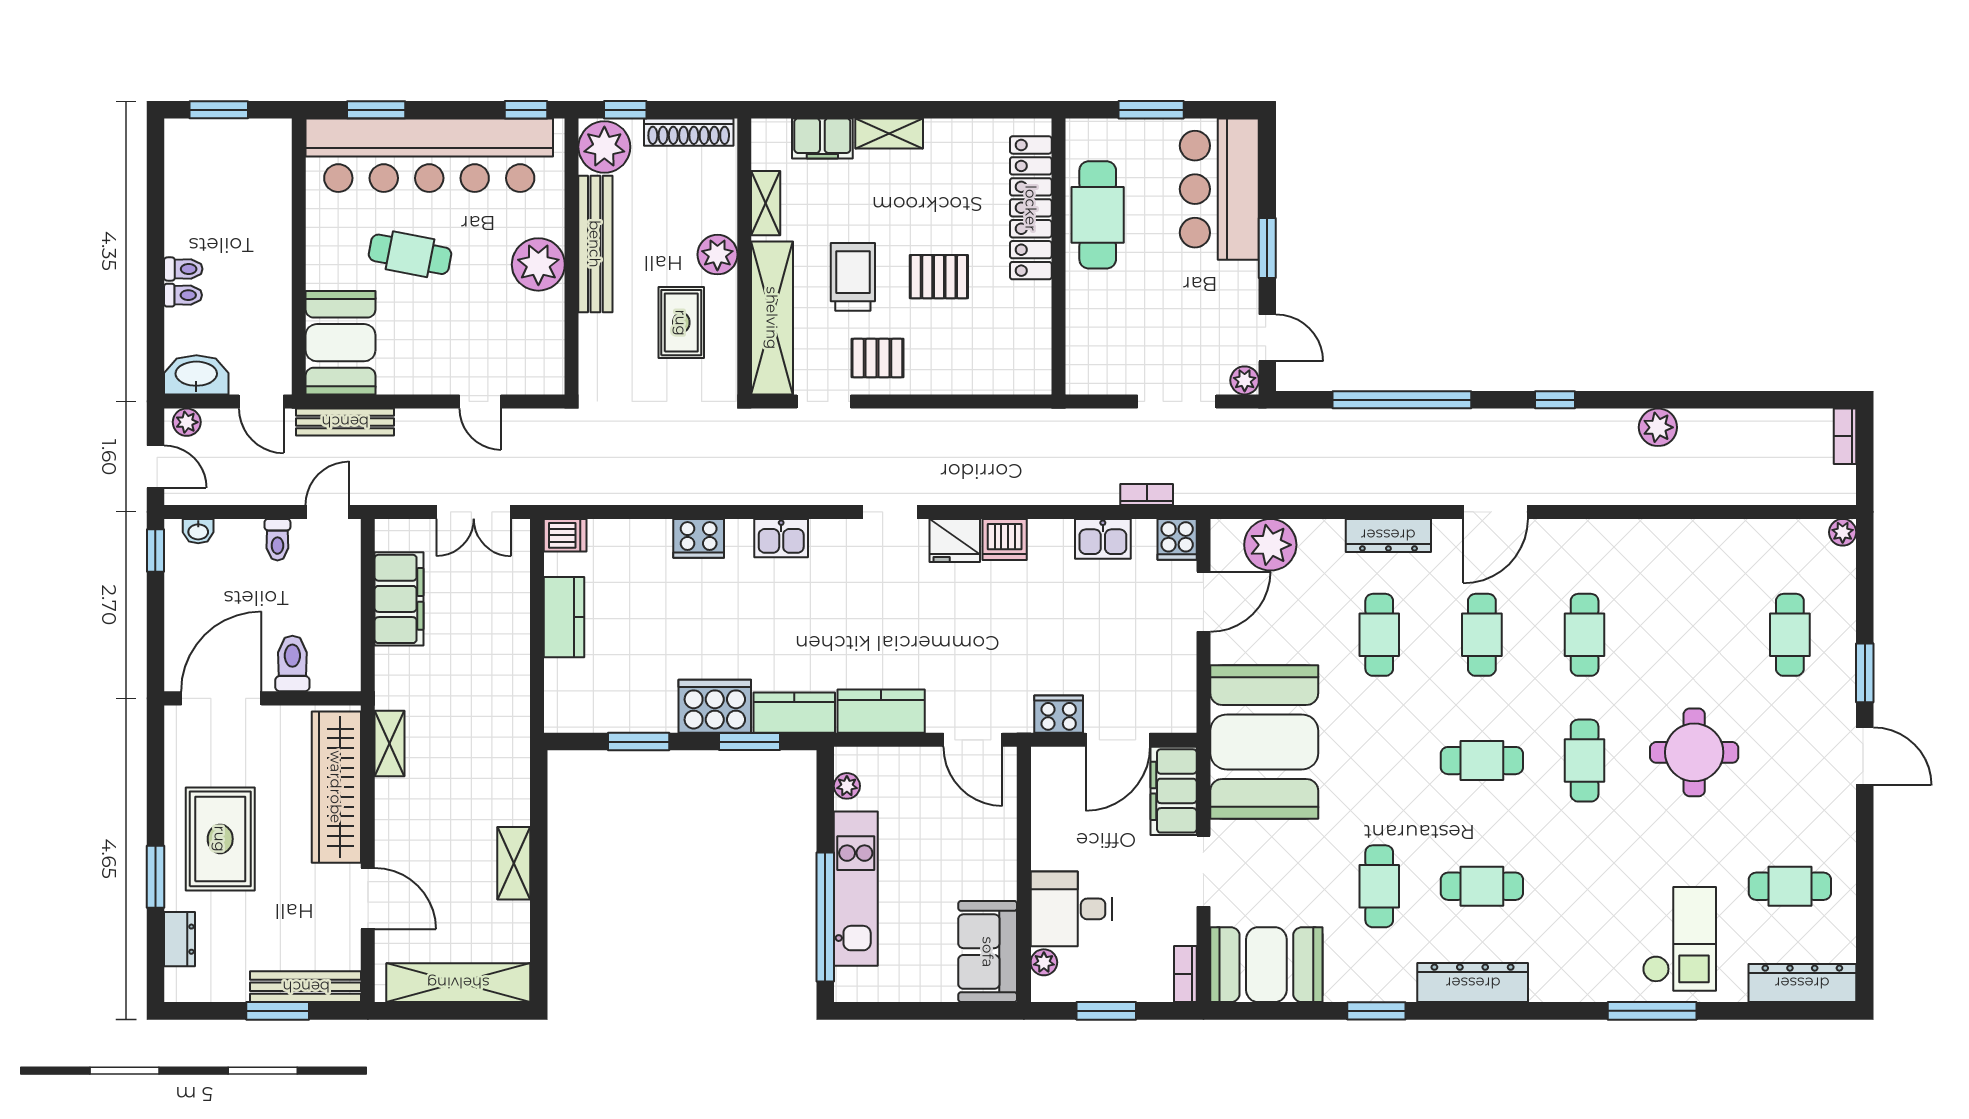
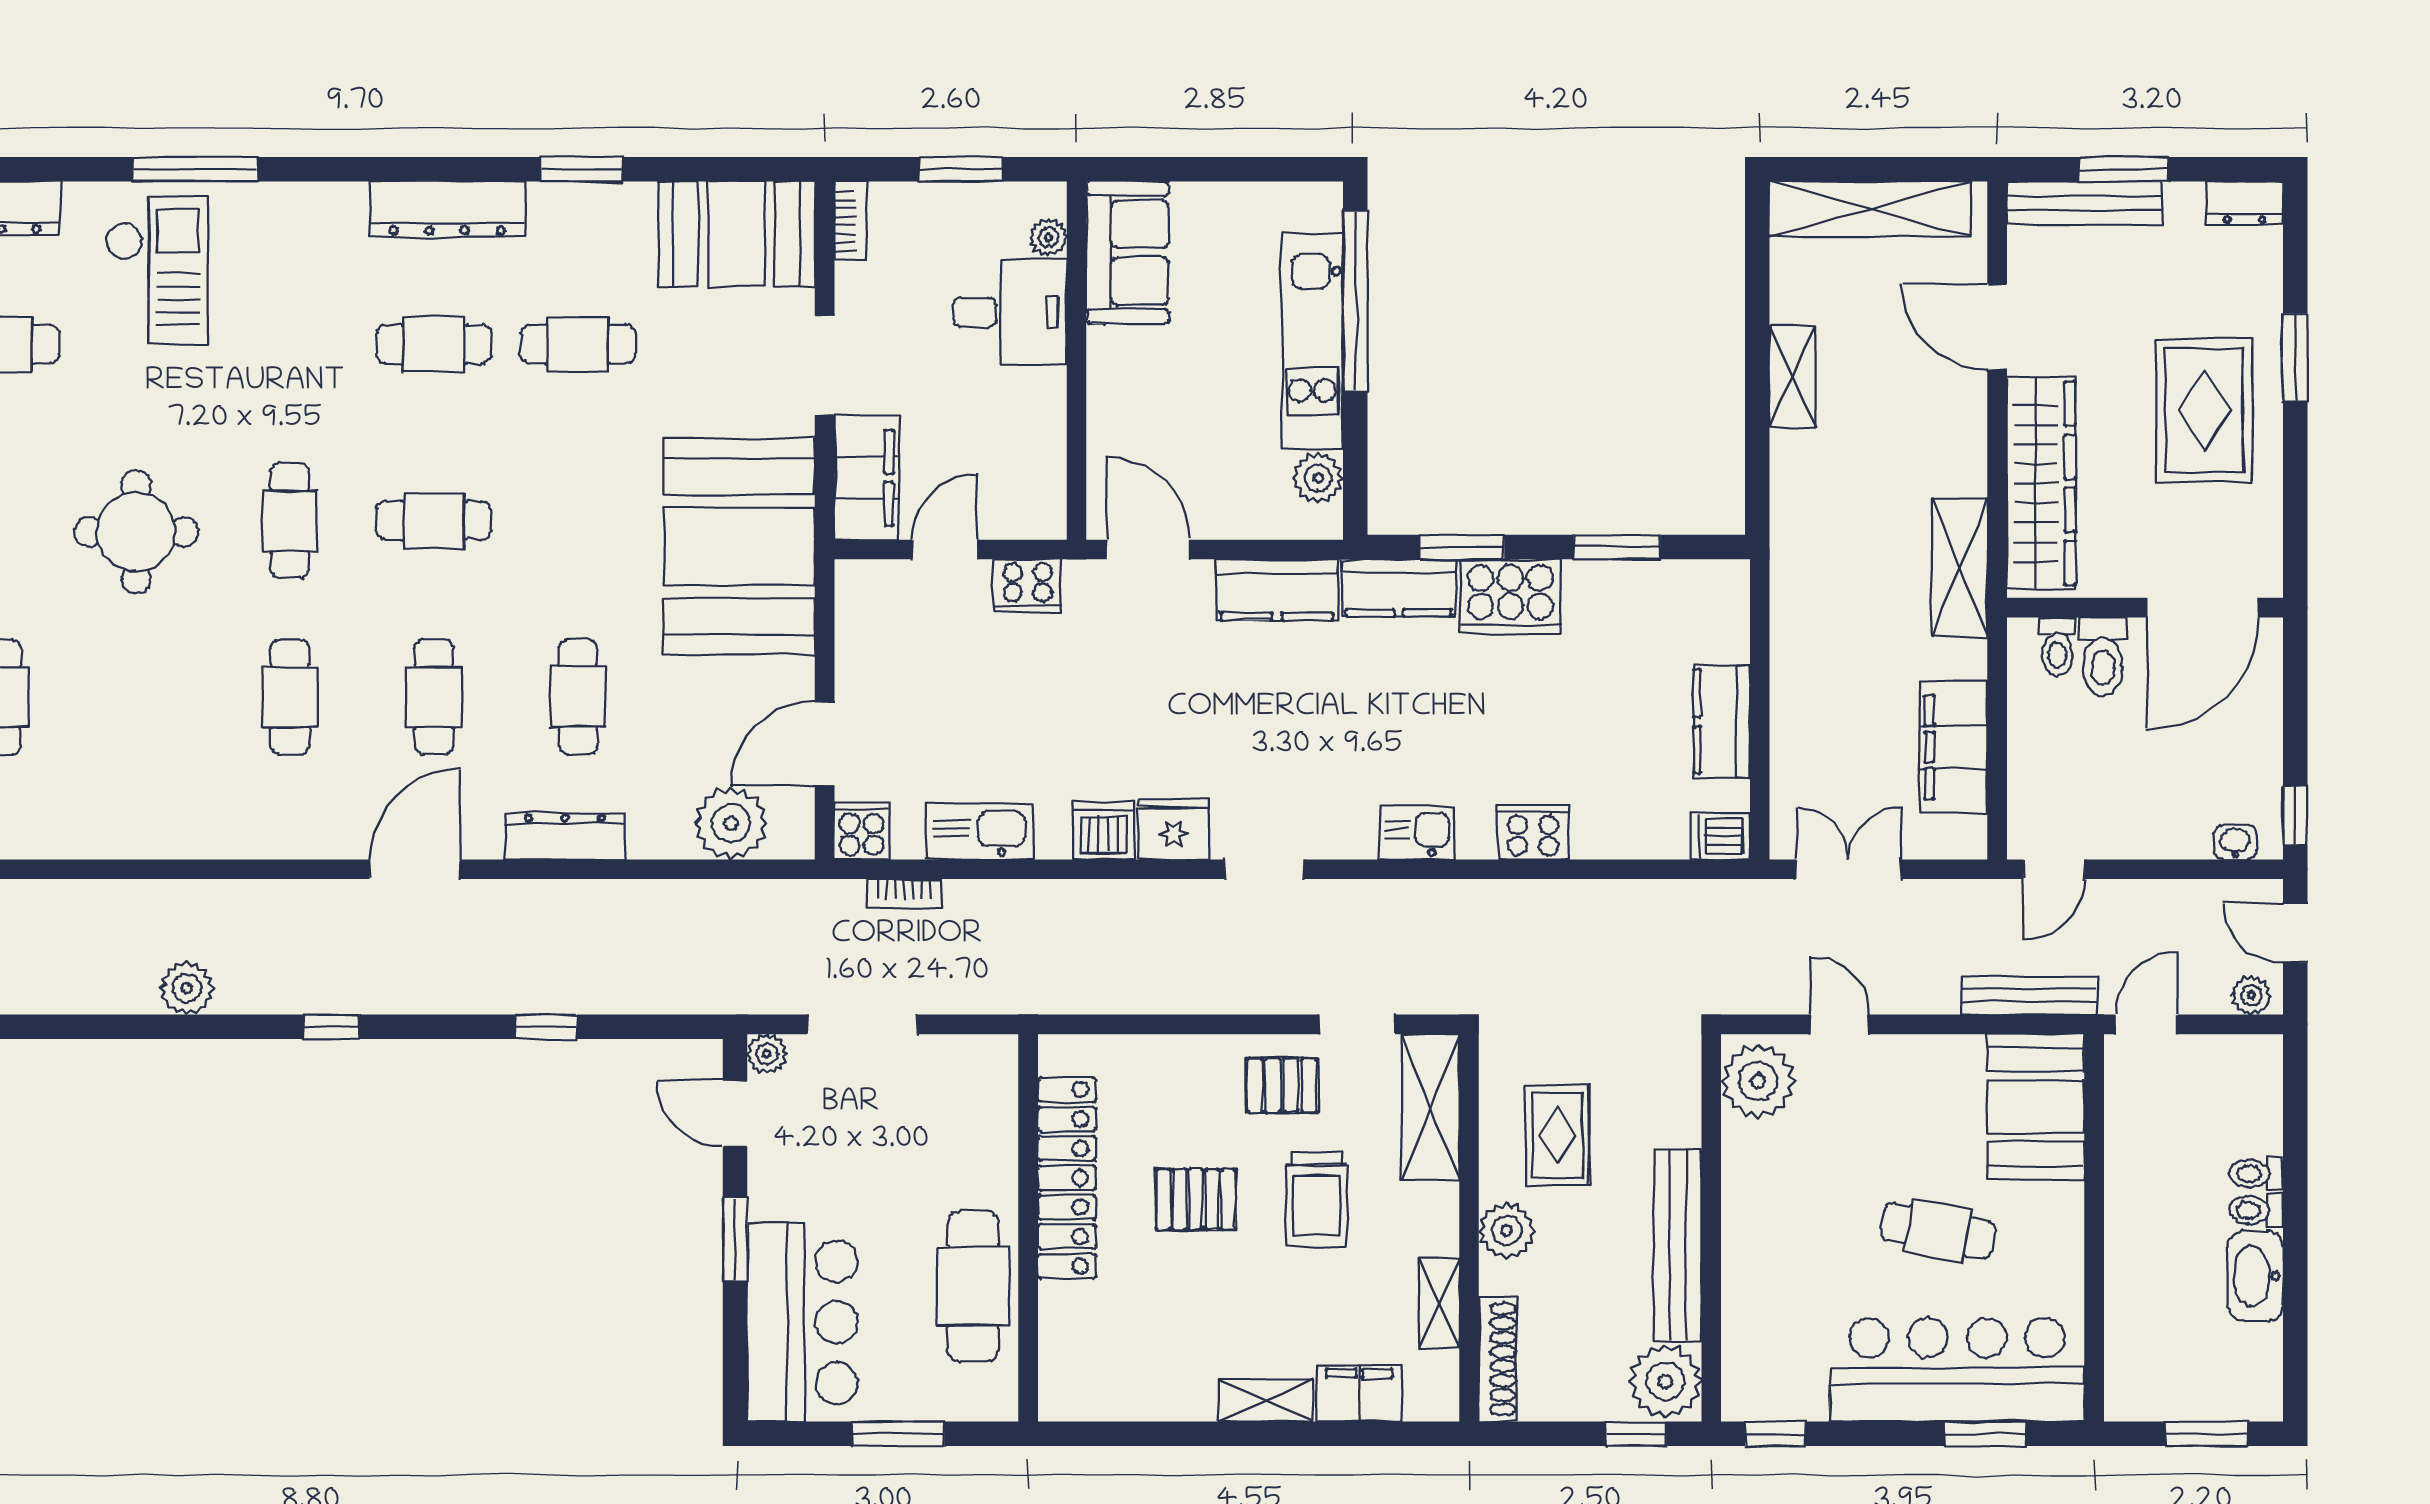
shoe rack: (689, 132) -> (1498, 1359), moved, turned 90
bar counter: (429, 155) -> (1957, 1370), width x0.73
locker: (1031, 208) -> (1067, 1178), moved
plant: (538, 264) -> (1758, 1081), moved
shelving: (772, 318) -> (1430, 1107), width x0.68
washbasin: (196, 375) -> (2255, 1276), moved, turned 90
window: (1402, 400) -> (546, 1027), width x0.32
door: (261, 401) -> (2147, 1024), hinge flipped
kitchen sink: (1103, 539) -> (980, 831), width x1.38
toilet: (277, 540) -> (2057, 647), moved, turned 180
door: (1118, 740) -> (945, 550), width x0.73
shelving: (390, 743) -> (1960, 568), width x1.50, depth x1.33
plant: (847, 786) -> (1318, 478), width x1.38, depth x1.38
cafe table: (1379, 886) -> (578, 344), turned 90
dresser: (179, 939) -> (2245, 203), moved, turned -90
checkout: (1679, 939) -> (157, 270), turned 180

